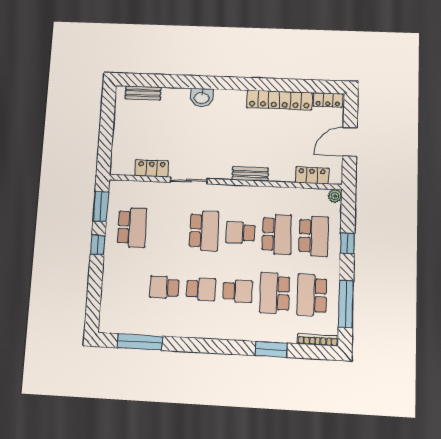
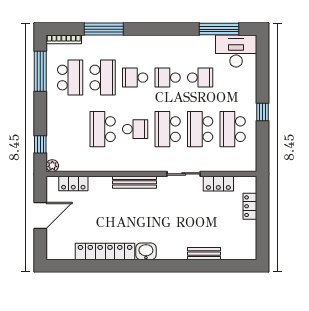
bench: (143, 93) -> (204, 254), moved
washbasin: (202, 98) -> (146, 251), moved
locker: (328, 100) -> (250, 206), moved, turned -90
bench: (250, 174) -> (135, 182), width x1.36
window: (101, 207) -> (262, 146), removed
school desk: (314, 236) -> (200, 129), moved
window: (347, 243) -> (40, 144), moved
desk: (122, 315) -> (236, 51), added
window: (271, 349) -> (104, 29), width x1.44

